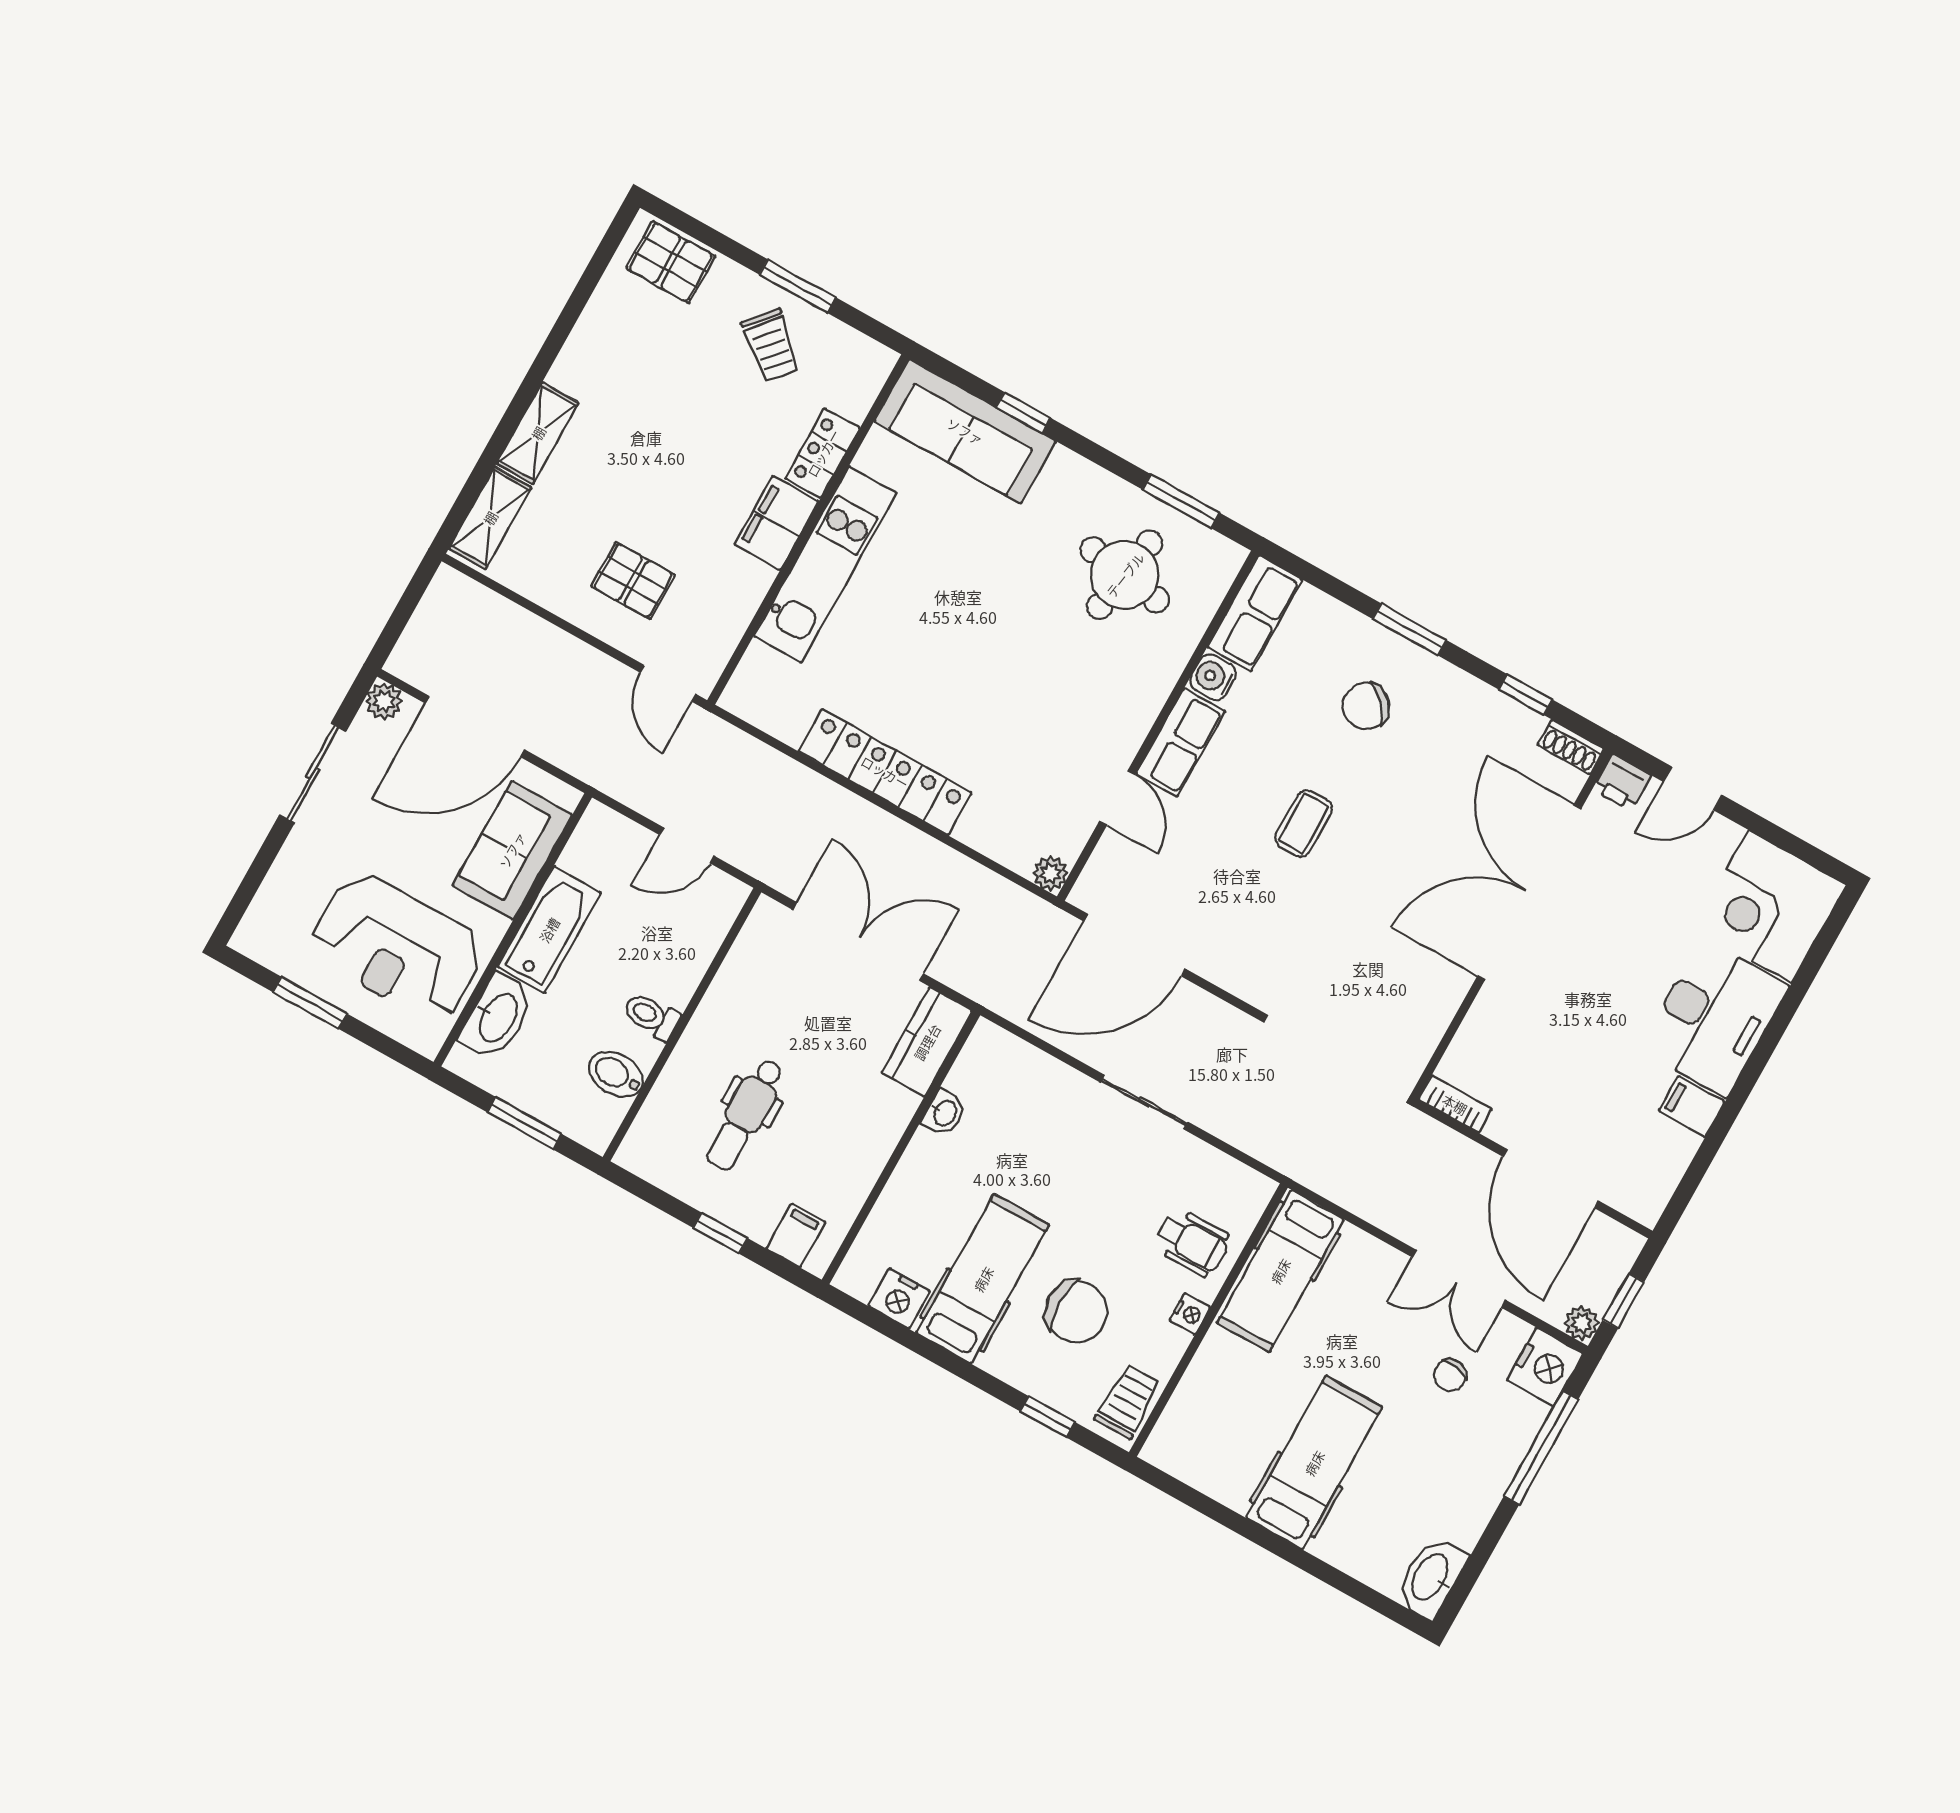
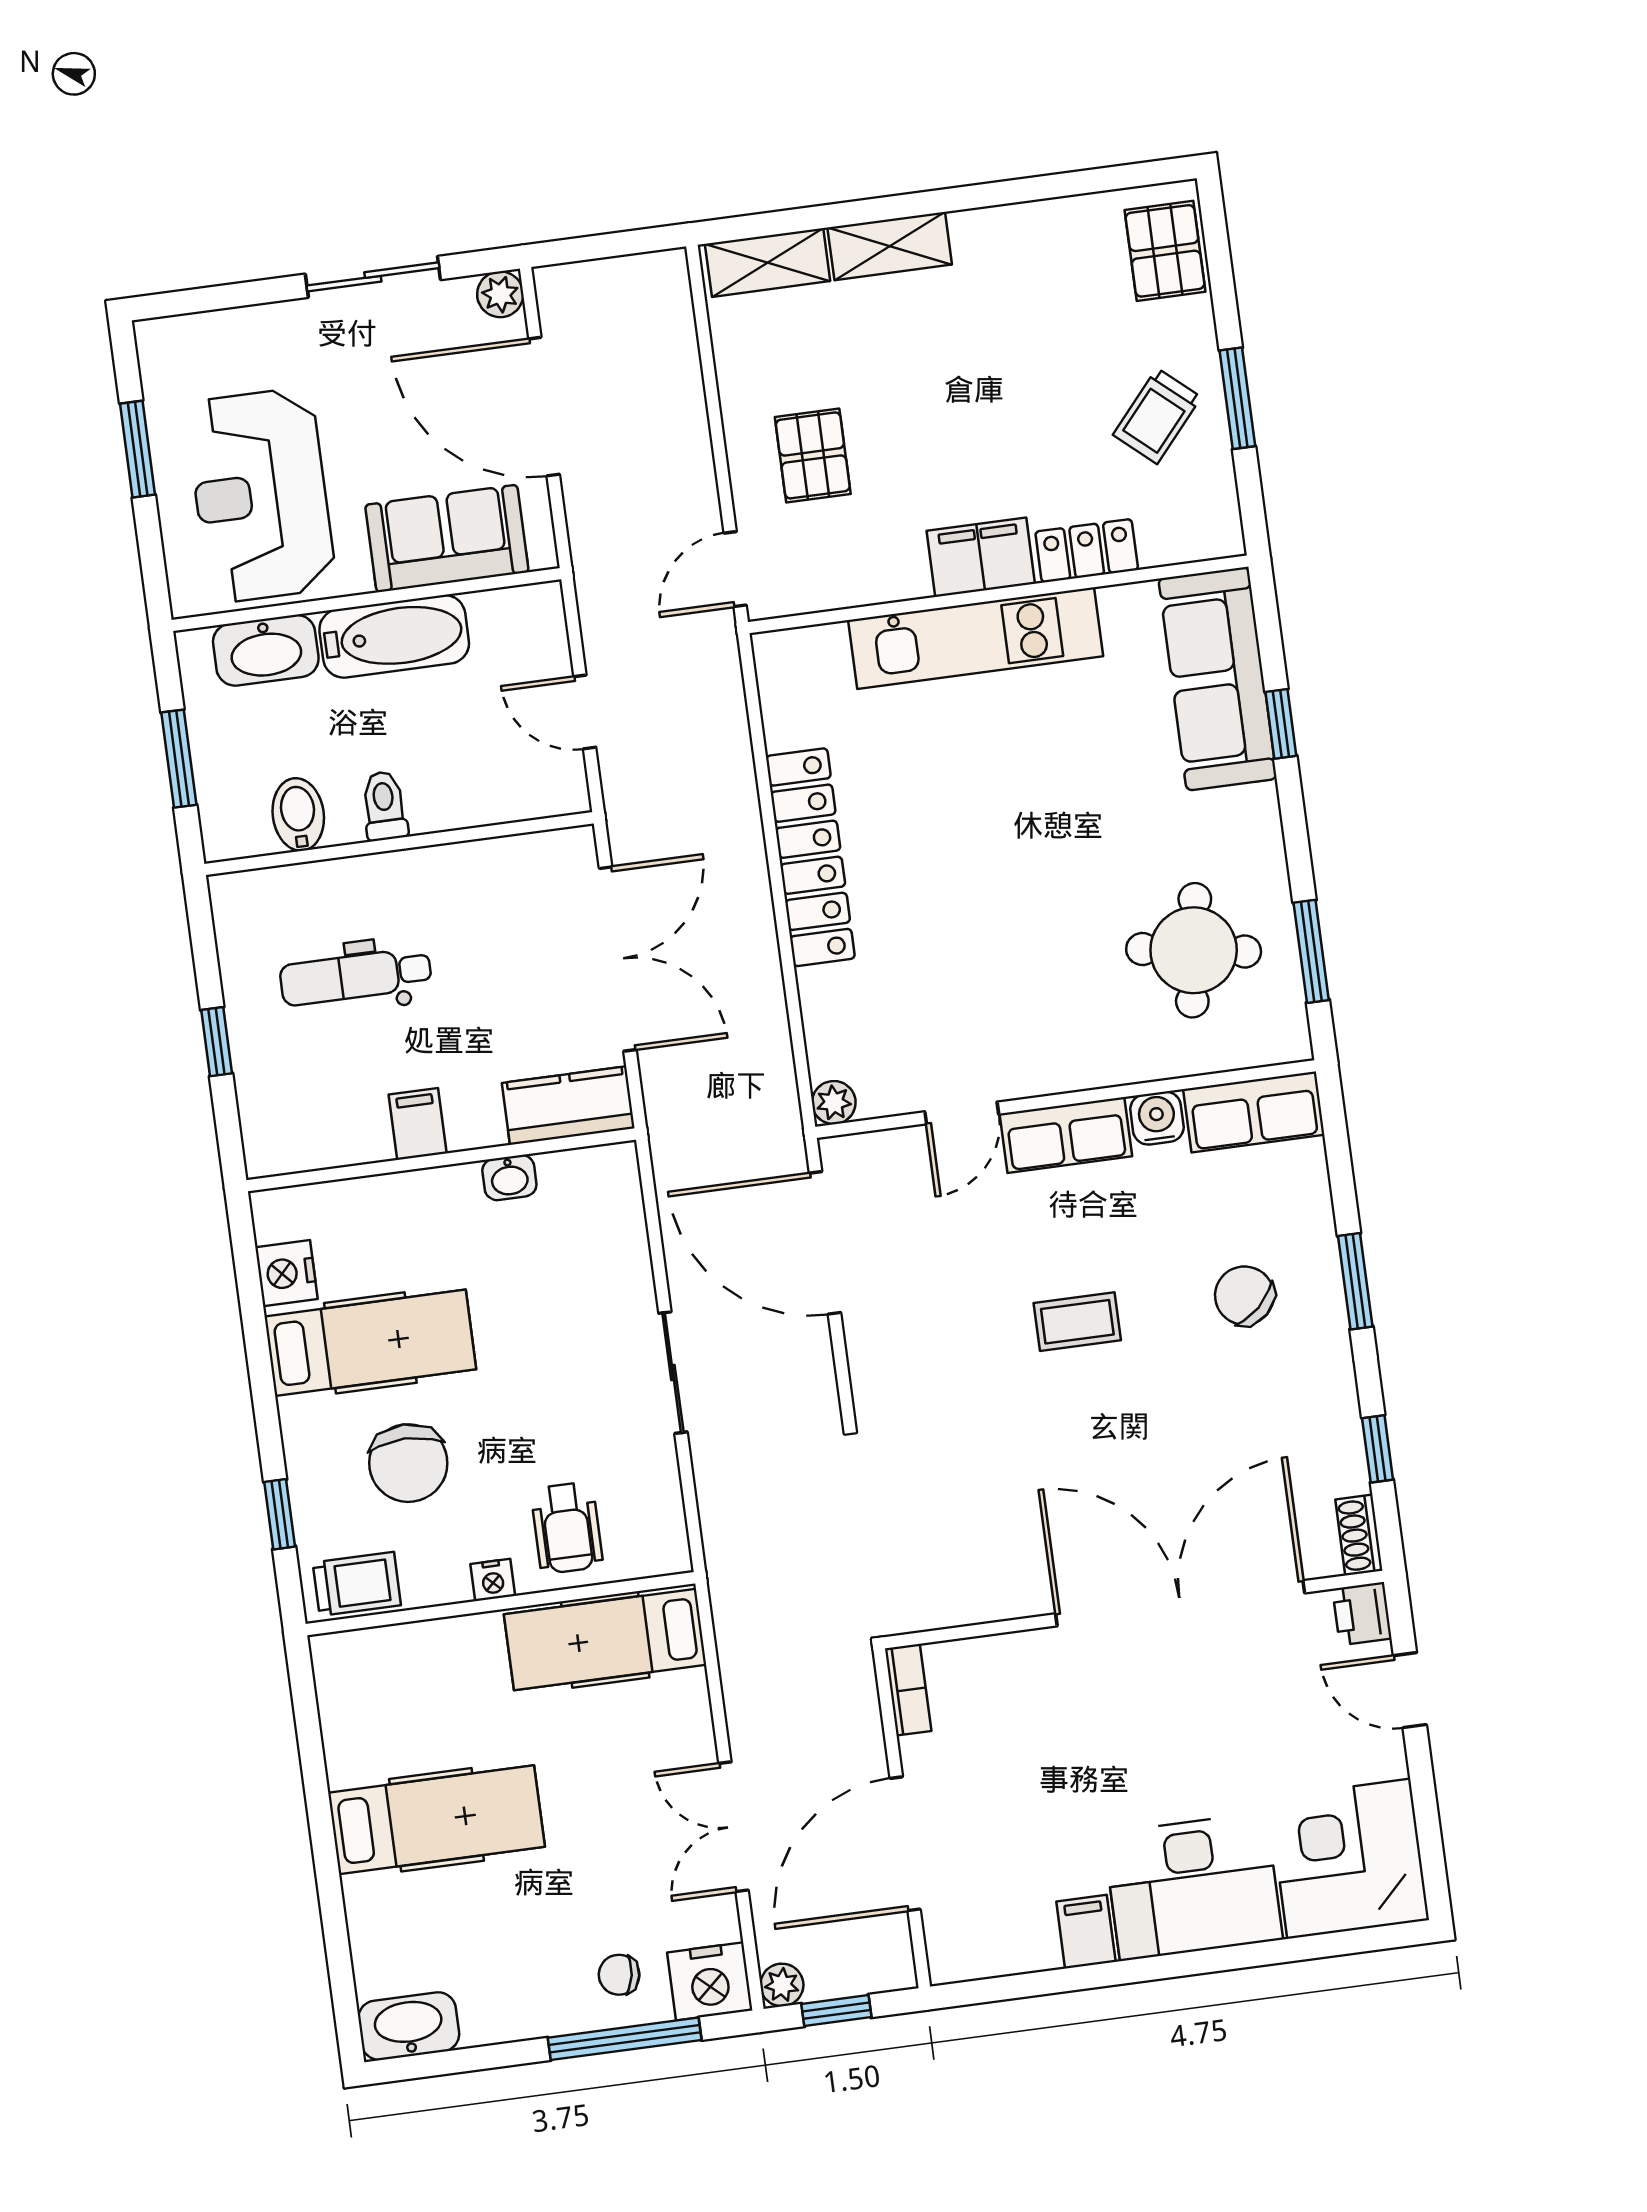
filing cabinet: (796, 1235) -> (418, 1124), moved, turned -90
chair: (1450, 1375) -> (619, 1975), moved

